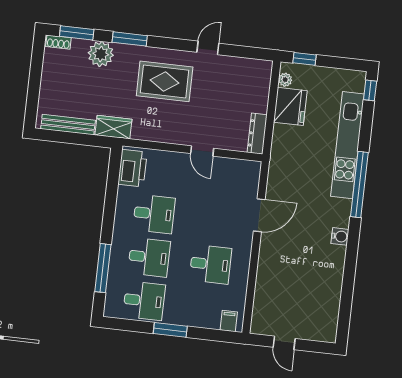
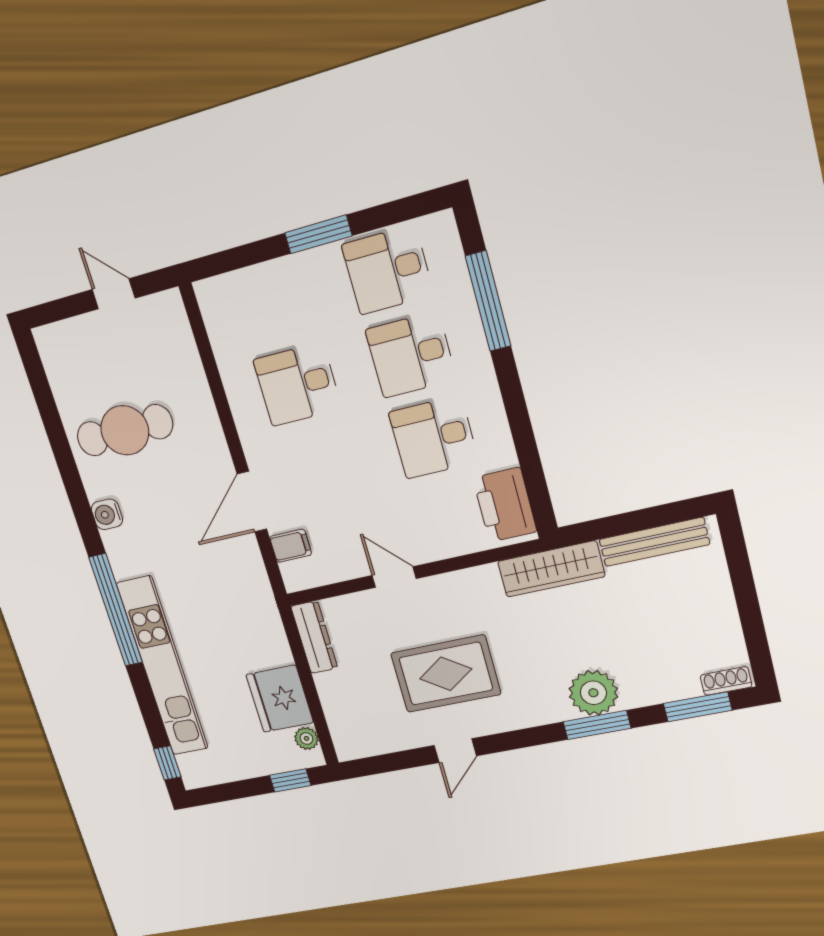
plant: (101, 54) -> (593, 693), moved
rug: (165, 81) -> (446, 674), moved
wardrobe: (113, 127) -> (551, 569), width x1.50
cafe table: (310, 275) -> (125, 430), added
filing cabinet: (229, 321) -> (291, 546), moved, turned -90

